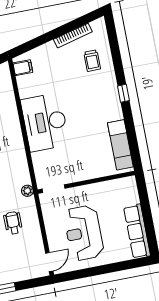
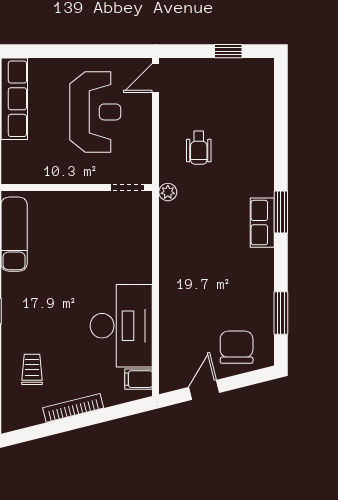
bookcase: (73, 36) -> (73, 408), moved
desk: (45, 122) -> (121, 326), moved

